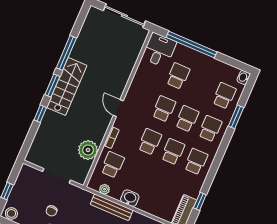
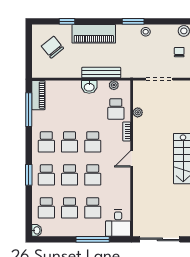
window: (192, 45) -> (93, 239), width x0.68
school desk: (201, 86) -> (70, 208), added
door: (118, 108) -> (132, 159), swing flipped
window: (236, 117) -> (29, 175), moved
plant: (88, 150) -> (138, 112), width x0.53, depth x0.53
window: (200, 201) -> (29, 110), width x2.17
chair: (51, 211) -> (179, 52), moved

